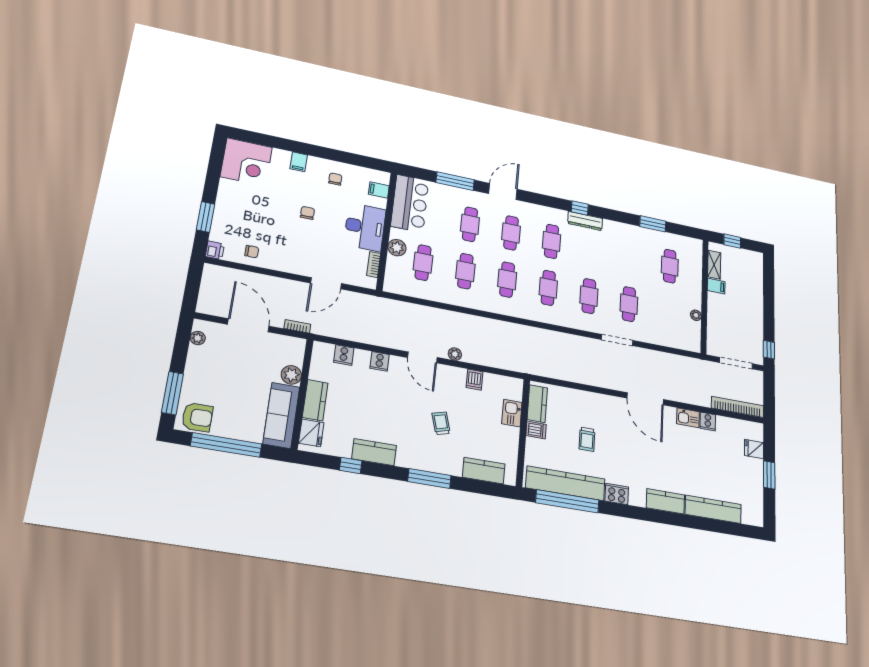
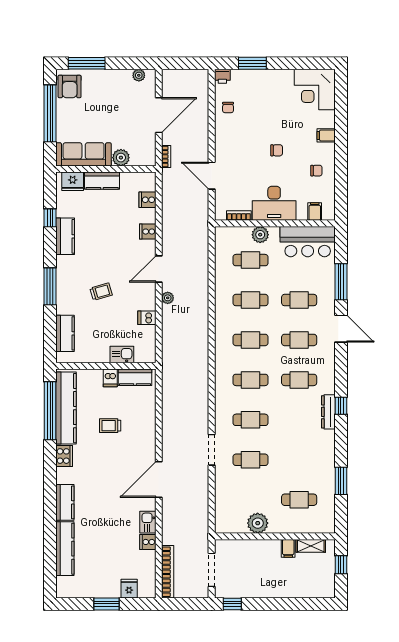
plant: (696, 315) -> (258, 523), width x1.88, depth x1.88

